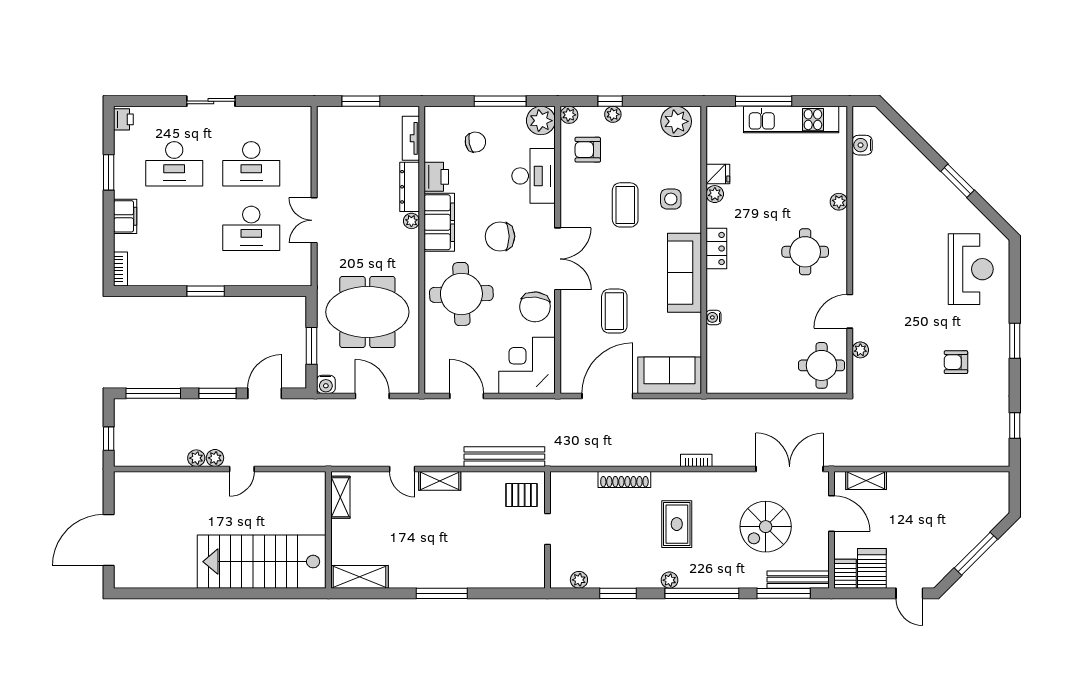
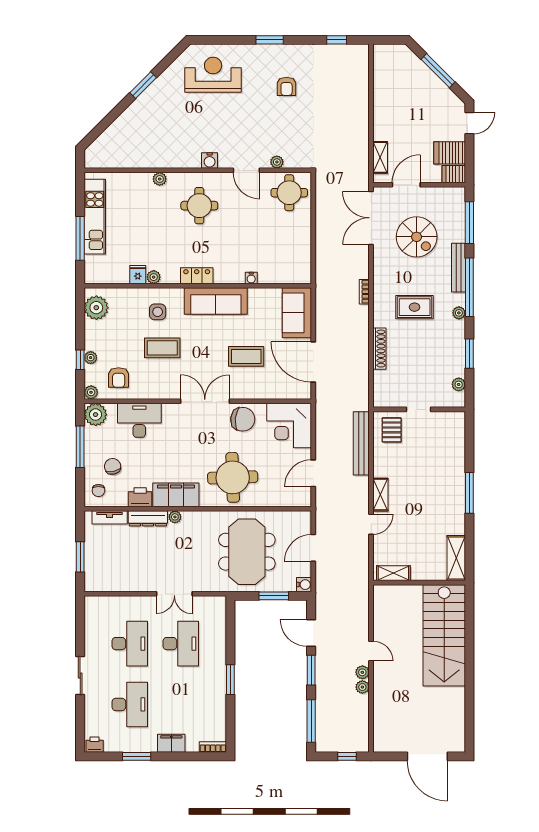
water cooler: (862, 145) -> (210, 161), moved
chair: (500, 236) -> (98, 490), moved, width x0.54, depth x0.54
bench: (798, 580) -> (459, 268), moved

